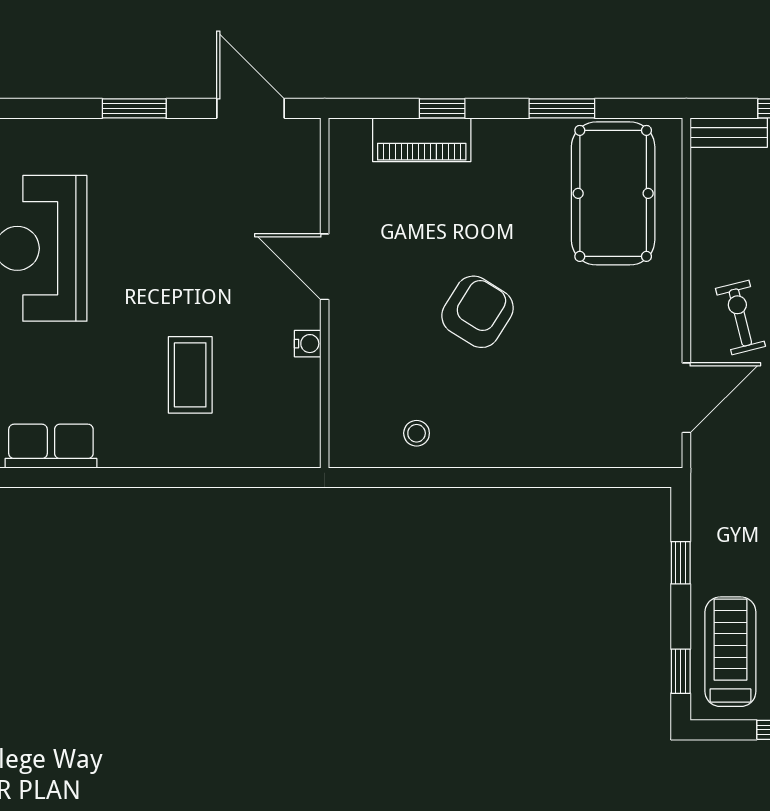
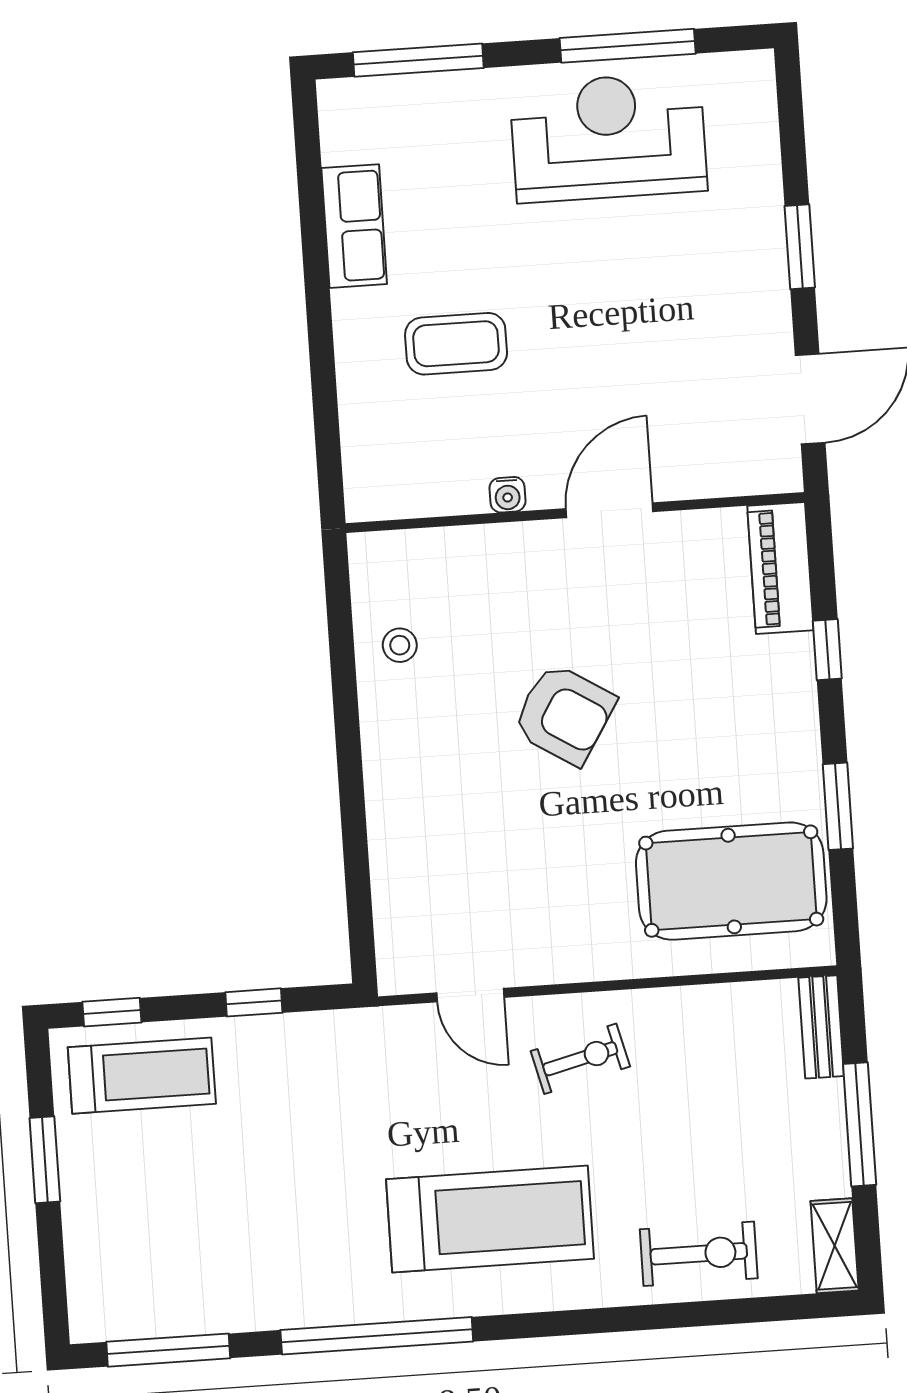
piano: (422, 140) -> (780, 568), moved
door: (686, 398) -> (470, 995), width x0.73
row of seats: (51, 446) -> (354, 226), moved

